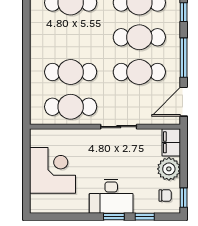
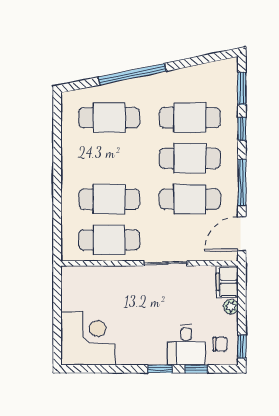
plant: (169, 169) -> (231, 307), width x0.53, depth x0.53
corner desk: (53, 170) -> (88, 338), moved
desk: (111, 196) -> (186, 345), moved, width x0.73

